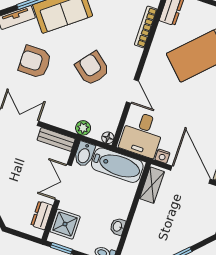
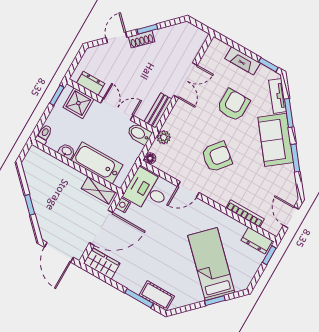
bathtub: (117, 165) -> (97, 163), moved, turned 90

